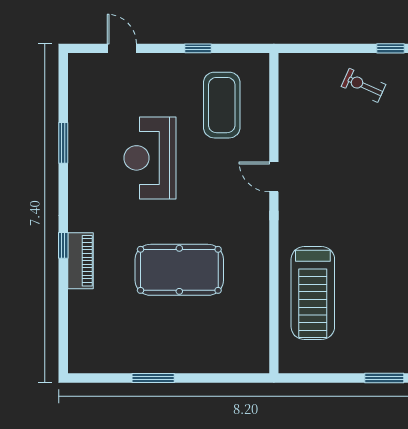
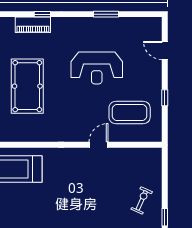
door: (122, 48) -> (165, 50), swing flipped
reception desk: (150, 158) -> (97, 68), turned 180
door: (274, 177) -> (98, 145), moved

